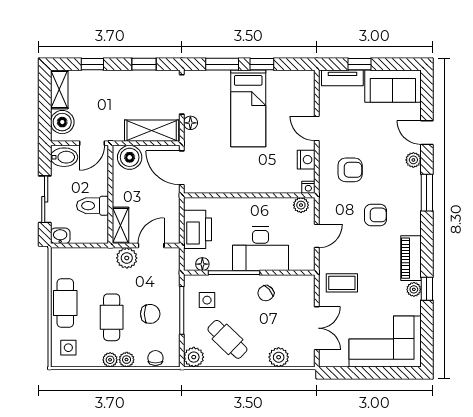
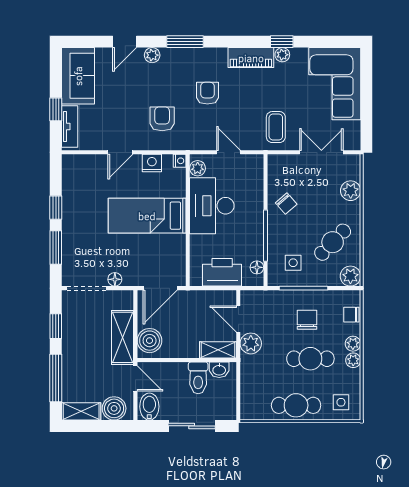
window: (92, 64) -> (56, 378), width x2.17
bed: (248, 108) -> (147, 216), moved, turned 180
shelving: (152, 131) -> (123, 337), moved
washbasin: (60, 236) -> (219, 370), moved, turned -90
desk: (261, 249) -> (212, 206), moved, turned 180

